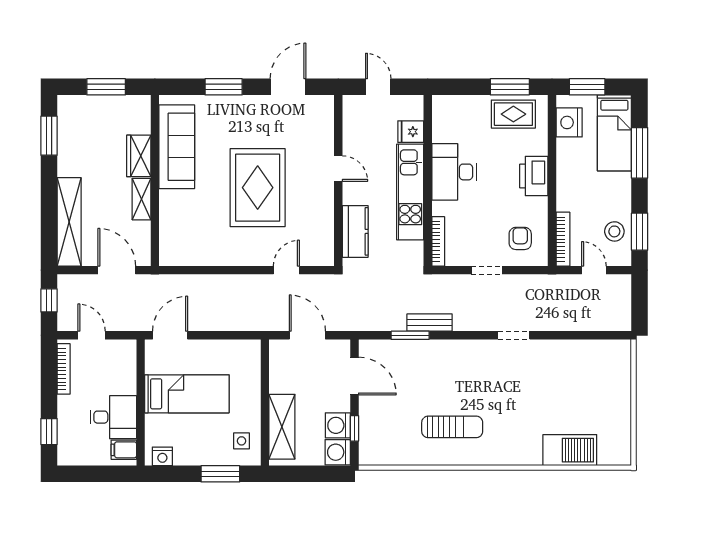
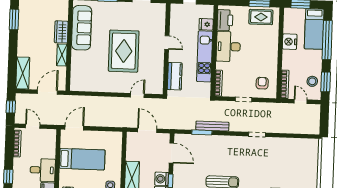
nightstand: (569, 122) -> (290, 42), moved
window: (640, 153) -> (327, 40), width x1.46
printer: (534, 176) -> (225, 20), moved, turned 180
shelving: (69, 222) -> (23, 73), width x0.68
door: (117, 270) -> (47, 92), hinge flipped
bench: (430, 323) -> (212, 126), width x1.36

